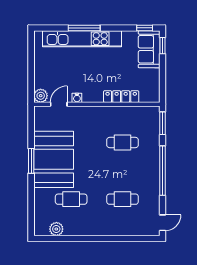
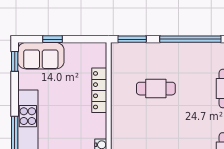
window: (163, 46) -> (52, 39), moved
cafe table: (123, 142) -> (156, 89), turned 90

